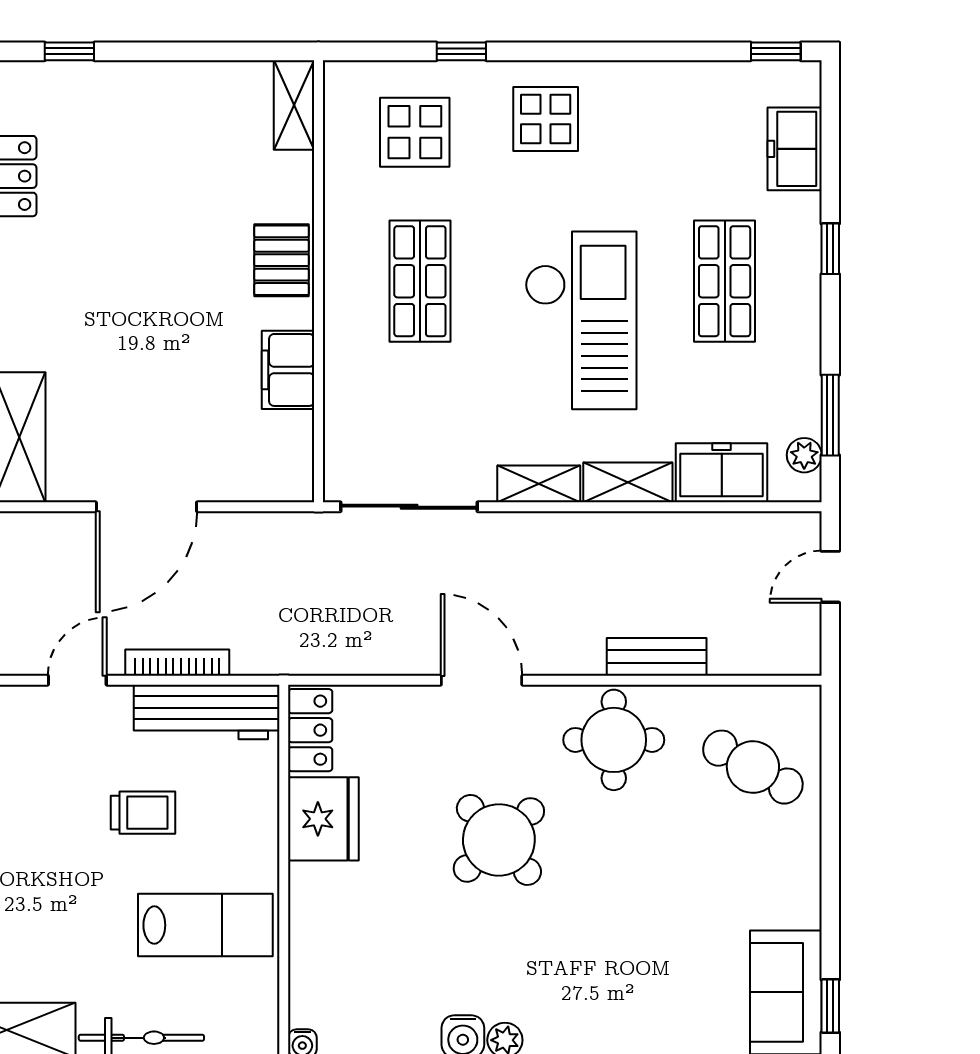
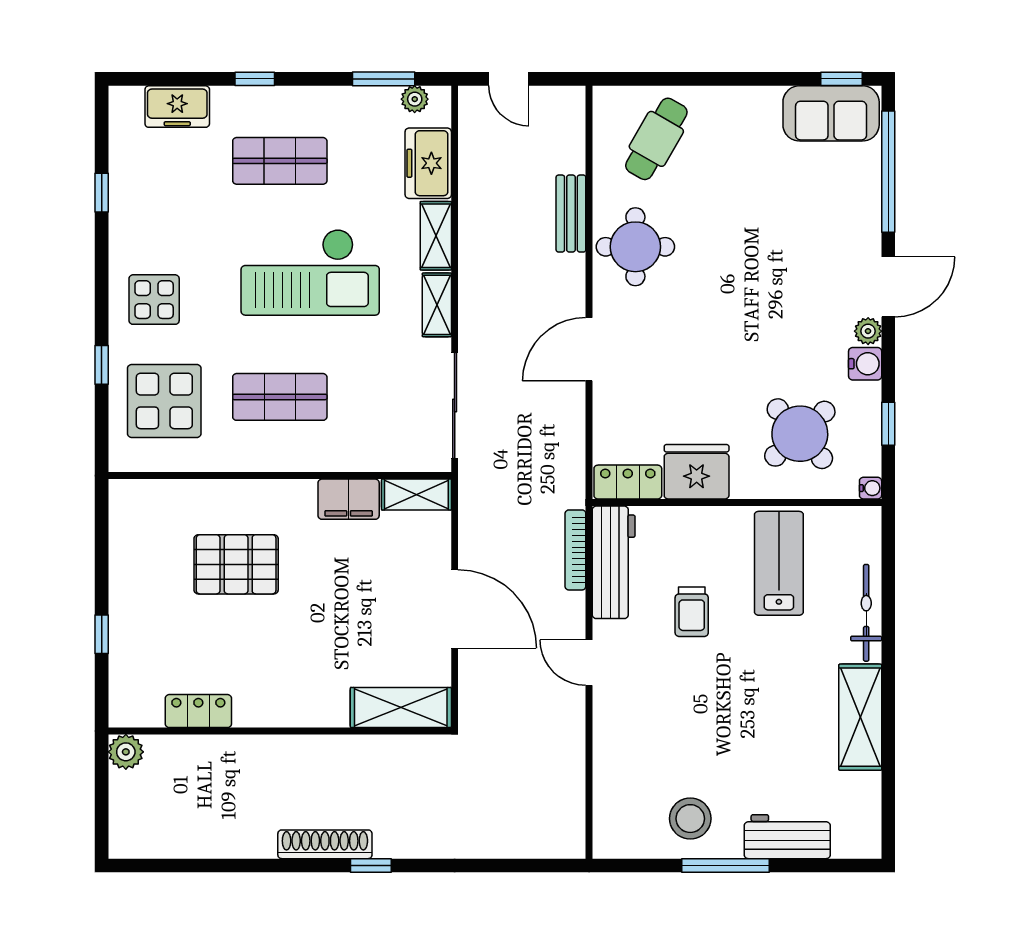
window: (69, 51) -> (102, 634), moved
window: (776, 51) -> (102, 193), moved
shelving: (294, 105) -> (416, 495), moved
display table: (415, 132) -> (164, 401), width x1.36, depth x1.36
pallet: (282, 260) -> (236, 564), moved, width x1.50, depth x1.42
checkout: (581, 320) -> (310, 272), turned 180
bookcase: (177, 663) -> (575, 550), moved
trolley: (143, 813) -> (692, 612), turned 180
round table: (499, 840) -> (800, 434), moved

